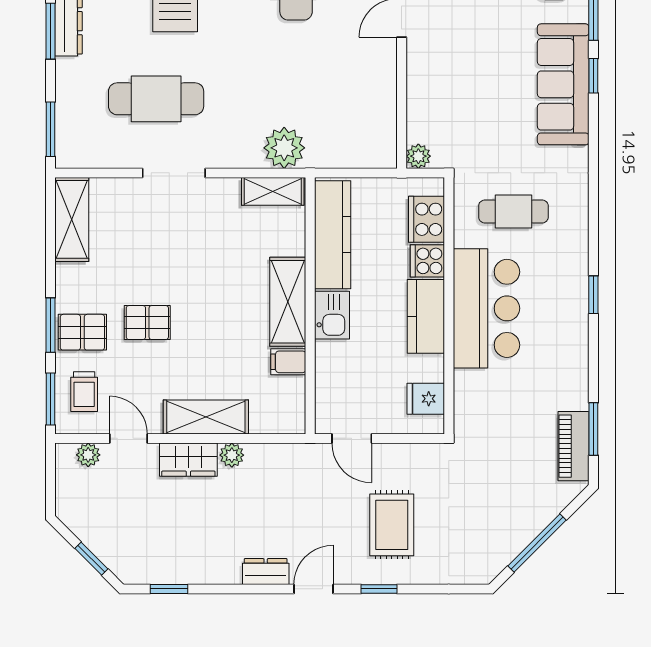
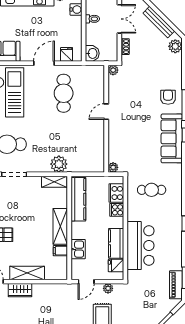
bar counter: (486, 308) -> (141, 246), moved
kitchen sink: (332, 315) -> (78, 249), moved
kitchen counter: (426, 316) -> (116, 243), moved
door: (352, 438) -> (86, 282), hinge flipped
plant: (232, 455) -> (108, 288), moved

